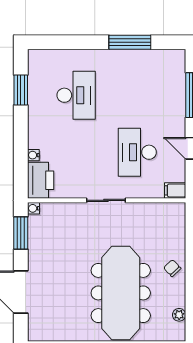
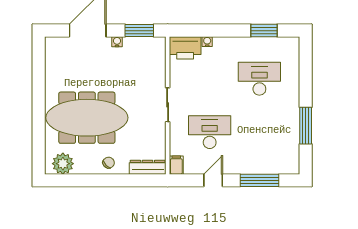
desk: (76, 95) -> (259, 79), turned 180
water cooler: (34, 208) -> (117, 42), moved
dresser: (177, 223) -> (148, 167), added
plant: (179, 315) -> (63, 164), width x1.88, depth x1.88

